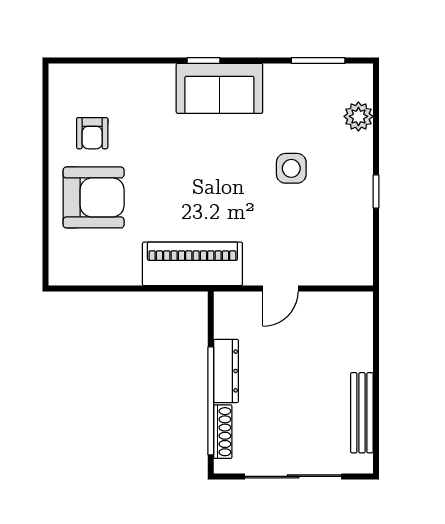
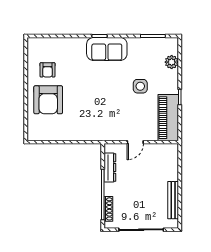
armchair: (94, 197) -> (48, 100), turned 90
piano: (192, 264) -> (168, 118), moved, turned -90
dresser: (226, 371) -> (110, 168), moved

